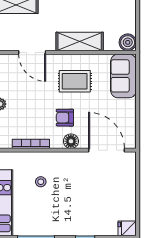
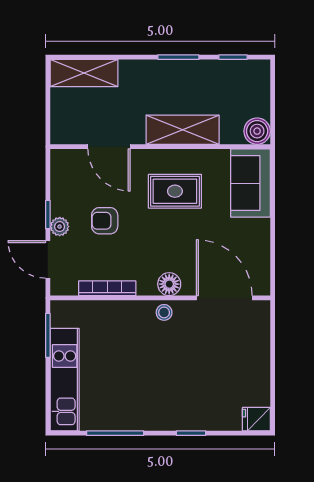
armchair: (65, 118) -> (105, 221), moved
stool: (41, 182) -> (164, 312), moved

